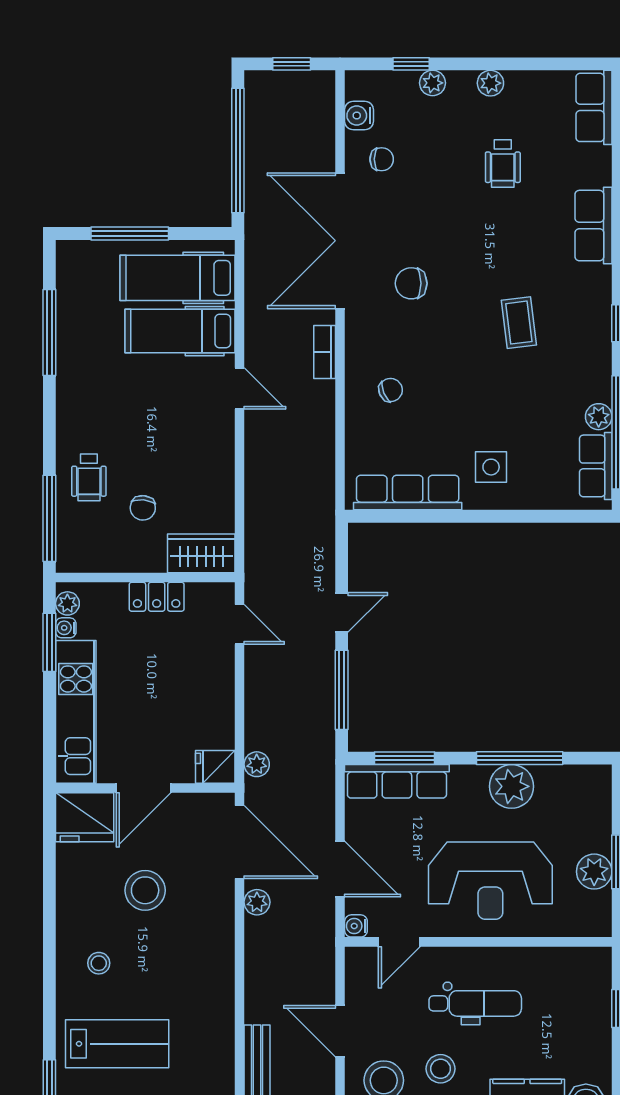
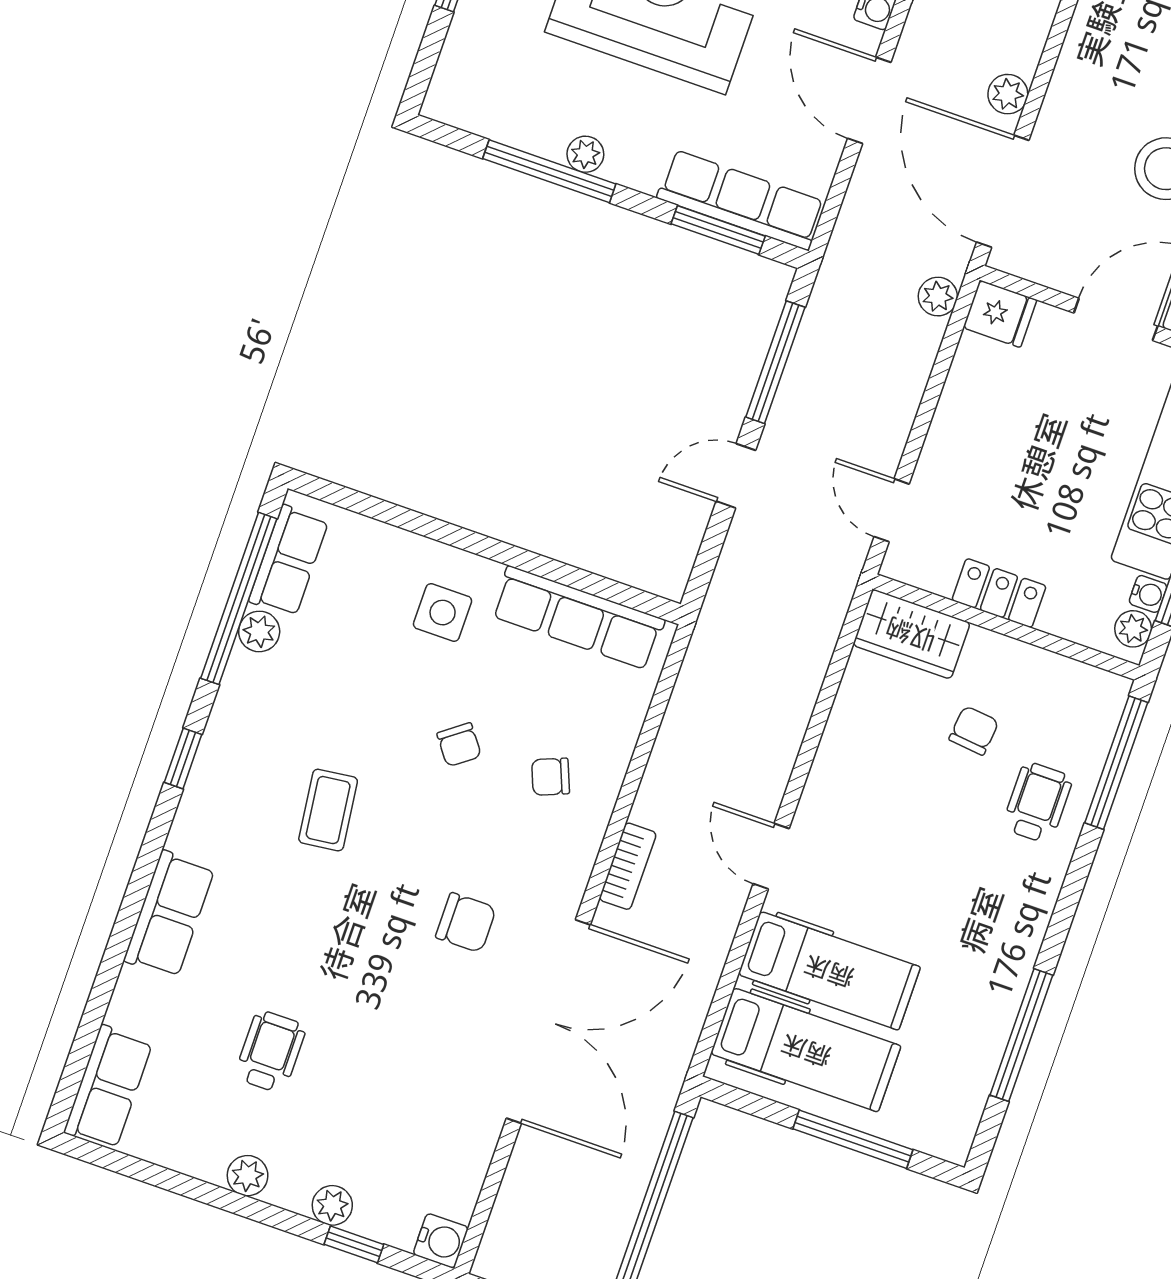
water cooler: (359, 116) -> (441, 1241), moved
chair: (382, 159) -> (459, 745), moved, turned -127
plant: (512, 786) -> (585, 154), width x0.53, depth x0.53

